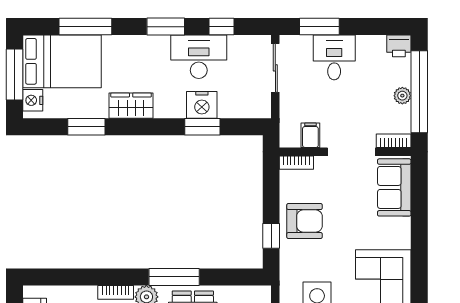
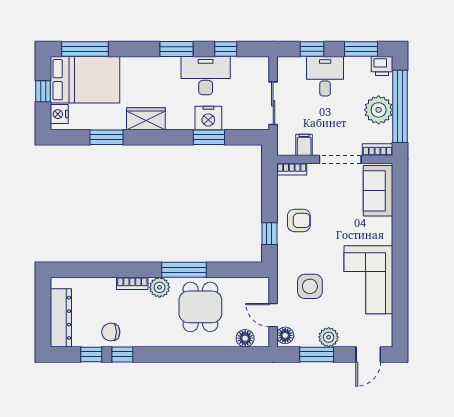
window: (85, 27) -> (85, 49), moved
window: (319, 27) -> (312, 49), width x0.67
window: (375, 27) -> (361, 49), added
sliding door: (275, 68) -> (273, 103), moved
window: (14, 74) -> (43, 91), width x0.46
plant: (402, 96) -> (379, 110), width x1.87, depth x1.87
armchair: (305, 221) -> (299, 220), width x0.72, depth x0.72

